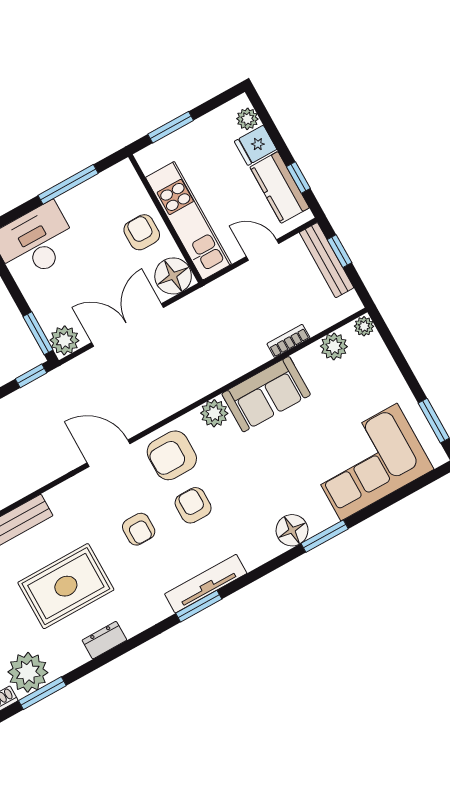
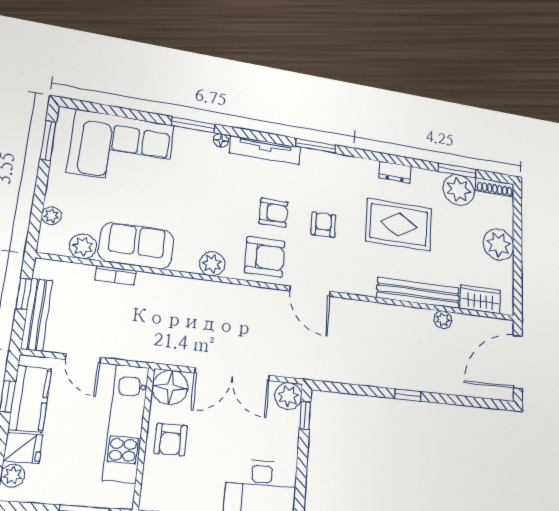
window: (340, 251) -> (24, 294), moved
plant: (364, 326) -> (51, 216), moved
window: (38, 333) -> (305, 415), width x0.67
window: (31, 376) -> (331, 387), removed
sofa: (266, 394) -> (136, 246), moved
armchair: (193, 505) -> (273, 213), turned -90
floor lamp: (292, 530) -> (221, 140), width x0.53, depth x0.53
tv unit: (206, 584) -> (265, 150), moved

